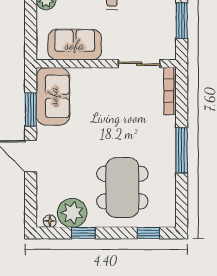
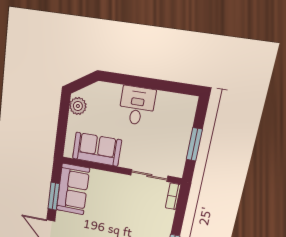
bookcase: (170, 91) -> (173, 196), width x0.64

